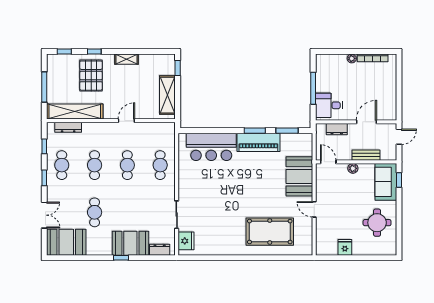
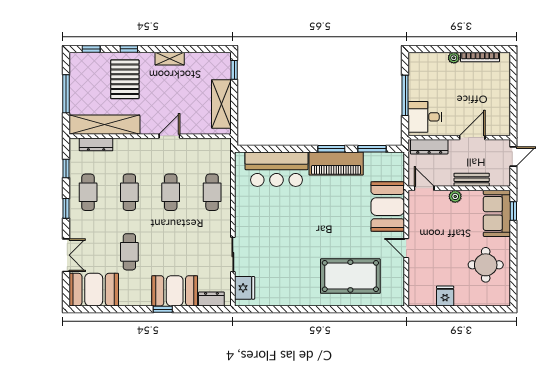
dresser: (337, 129) -> (429, 147), width x1.44

